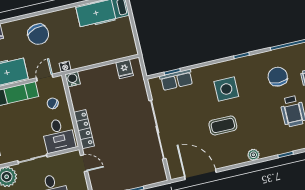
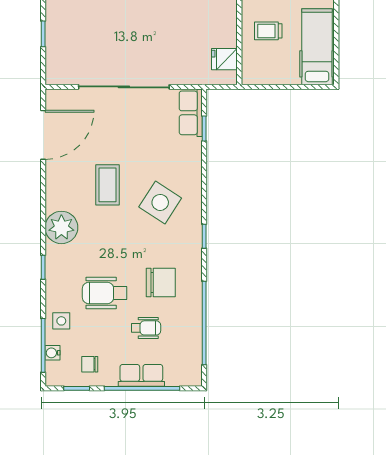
trolley: (100, 45) -> (268, 31), added
row of seats: (177, 80) -> (191, 113), moved
side table: (226, 89) -> (160, 202), turned 33
plant: (253, 155) -> (61, 227), width x1.87, depth x1.87

